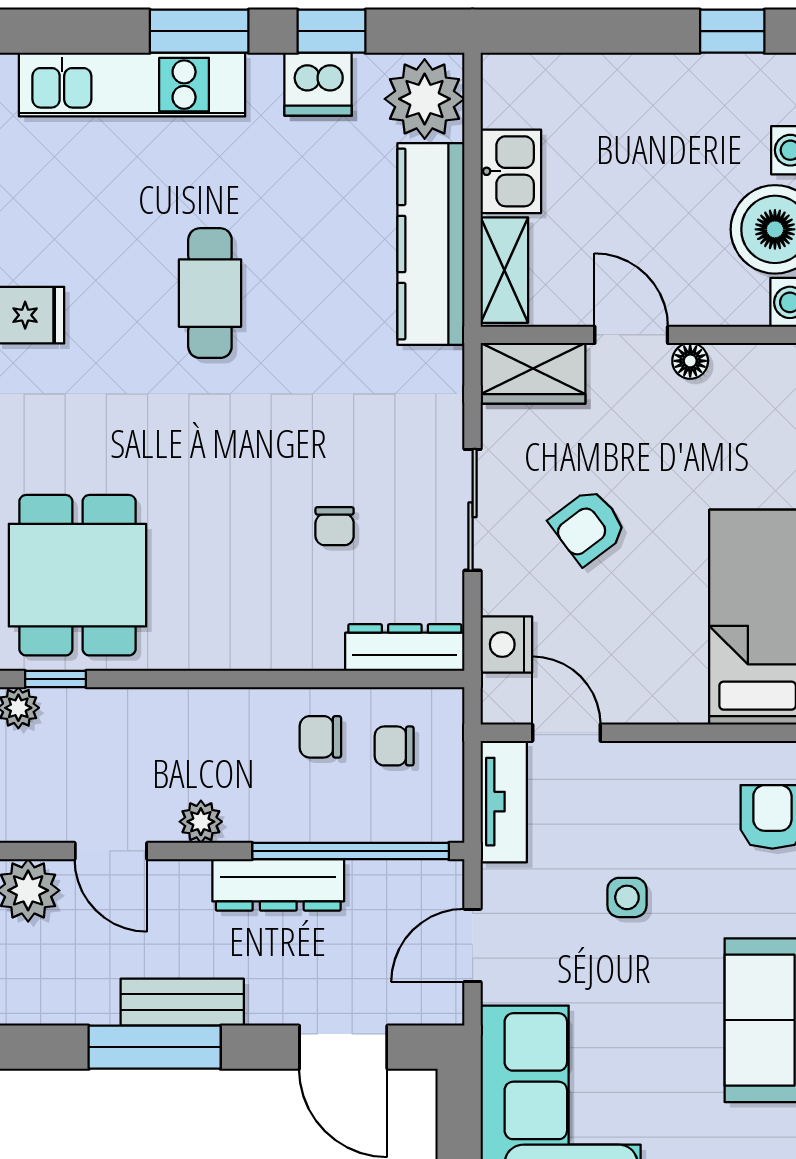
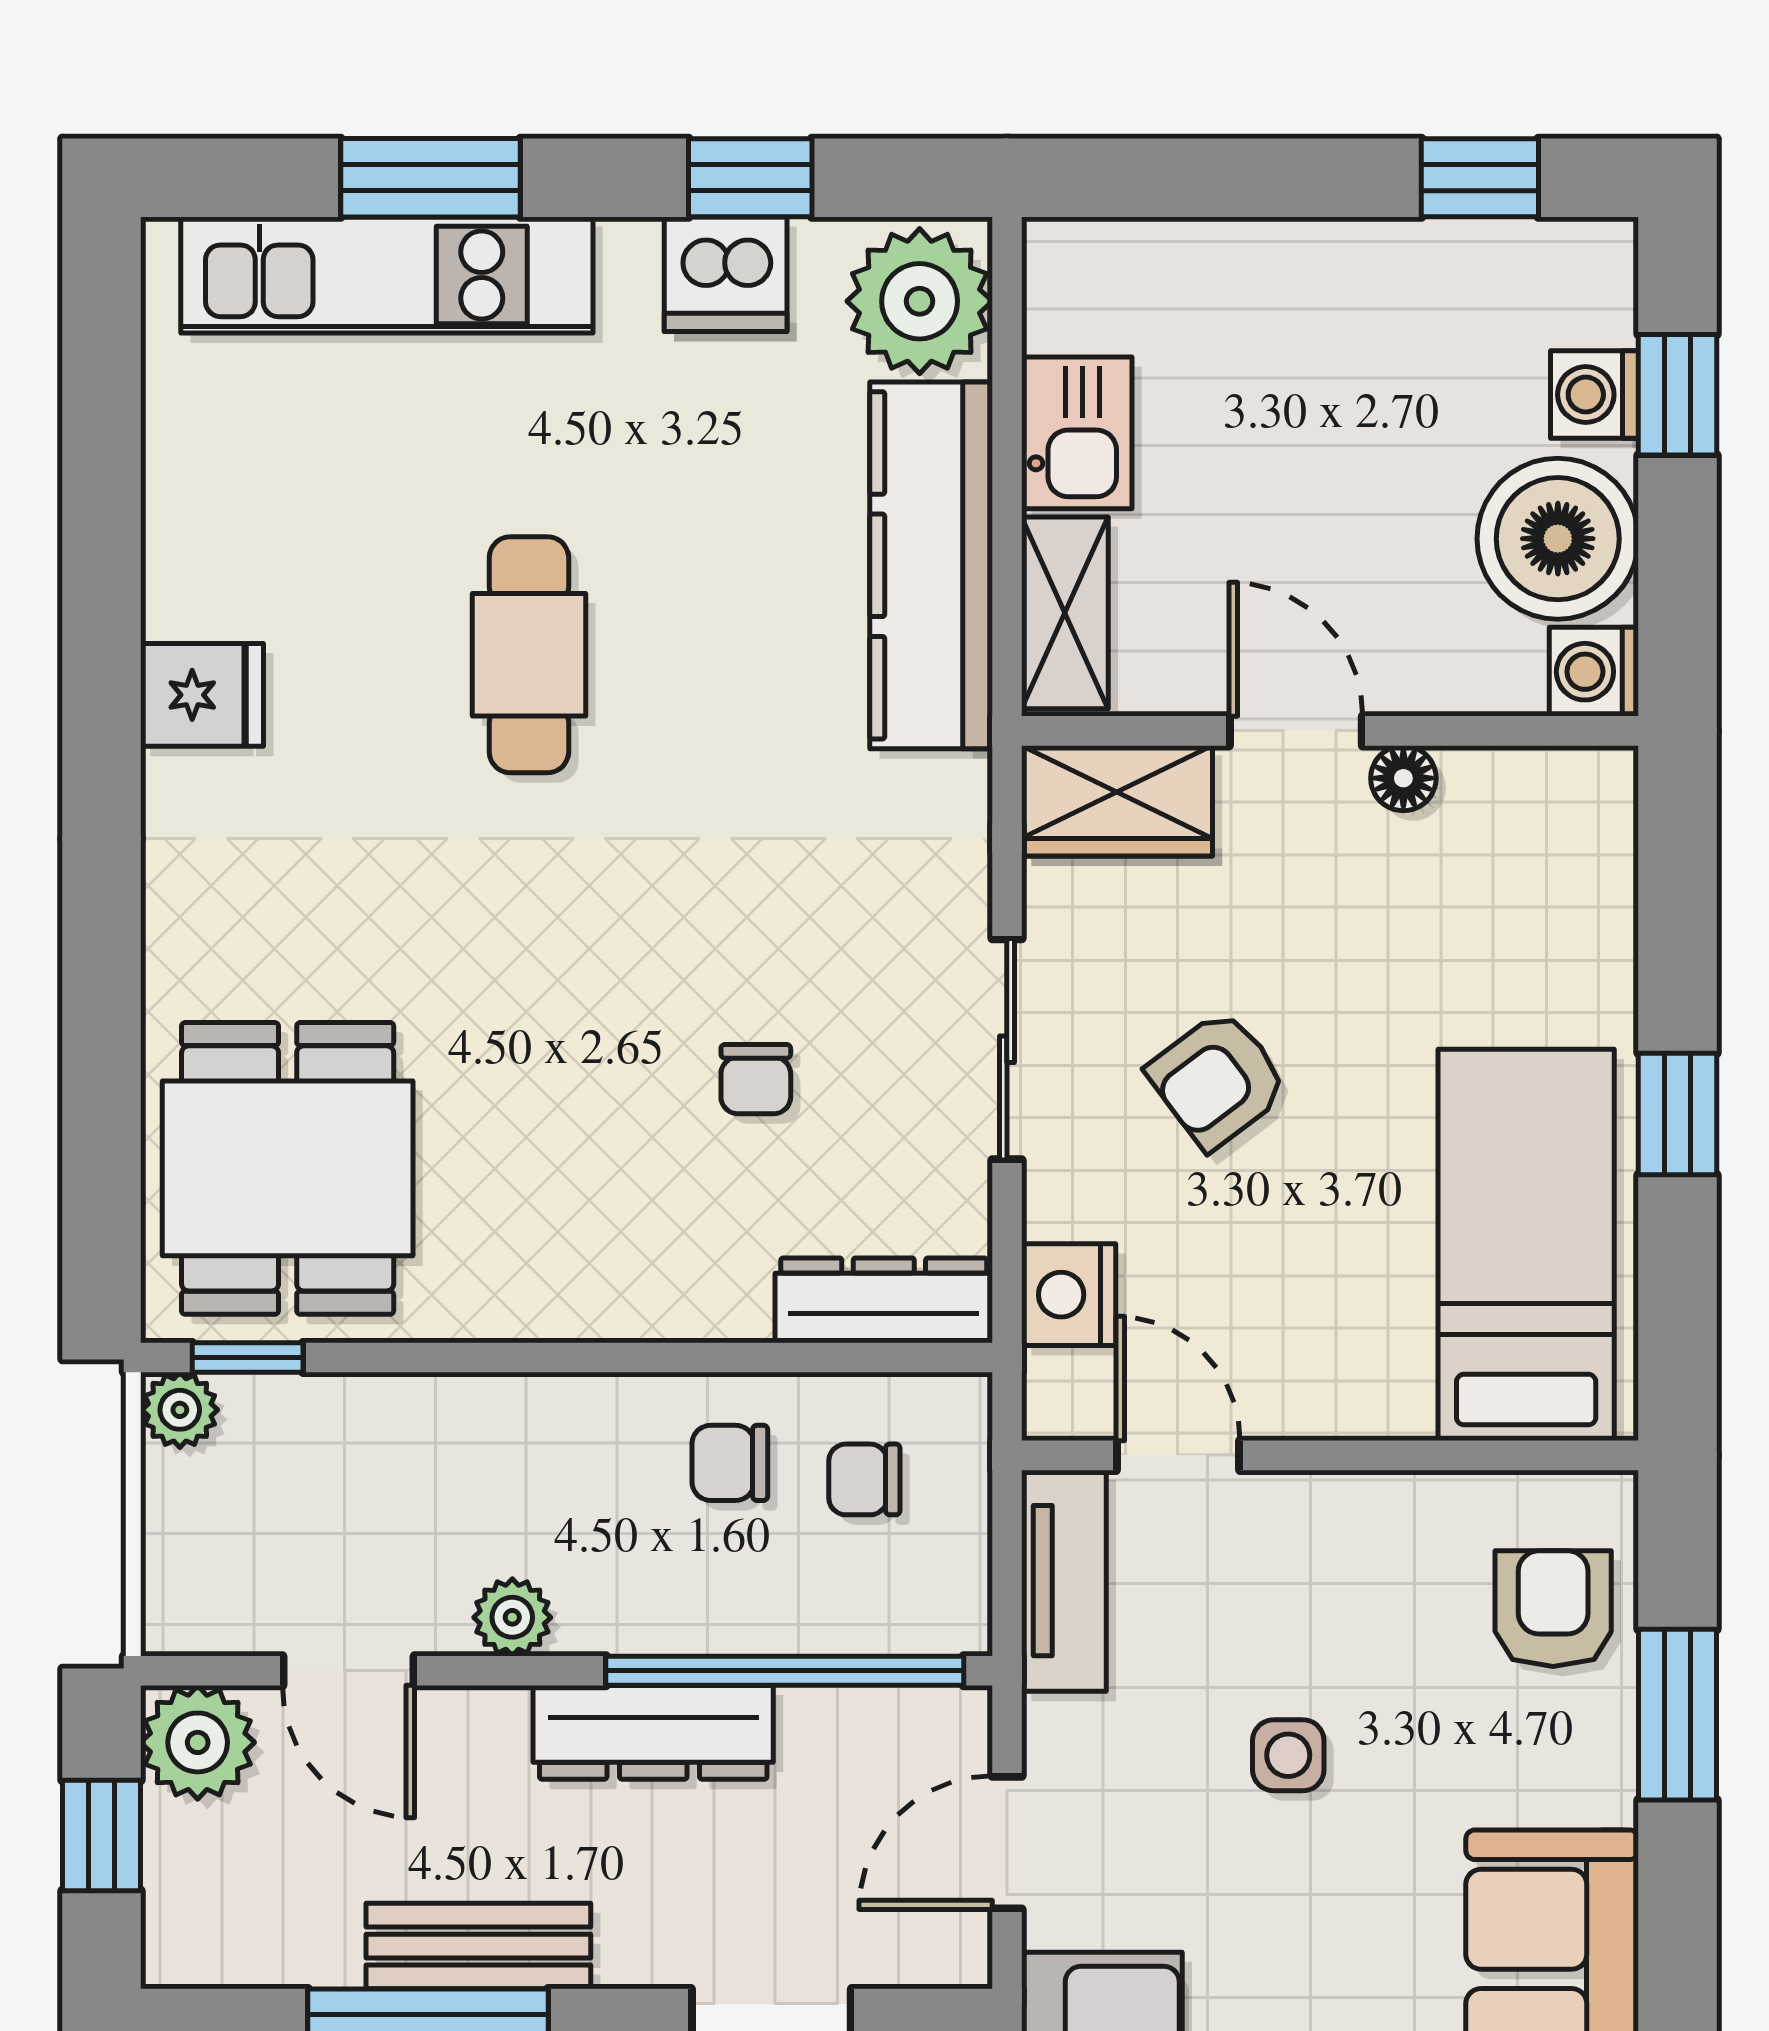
window: (199, 31) -> (431, 178), moved

